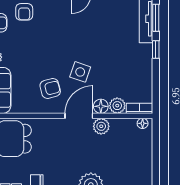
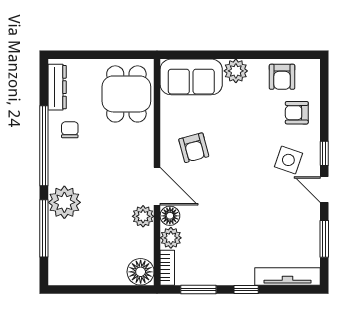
window: (156, 18) -> (198, 289), moved
side table: (80, 72) -> (288, 160), moved
floor lamp: (143, 123) -> (141, 272), width x1.89, depth x1.89

